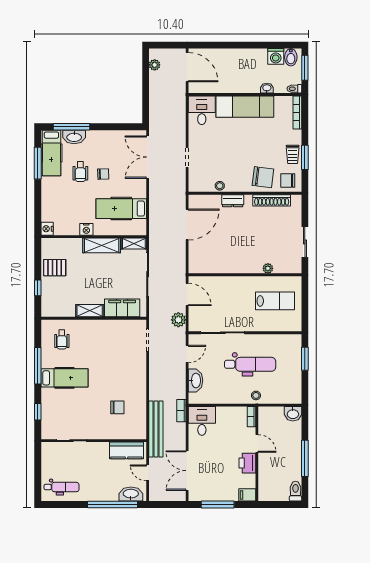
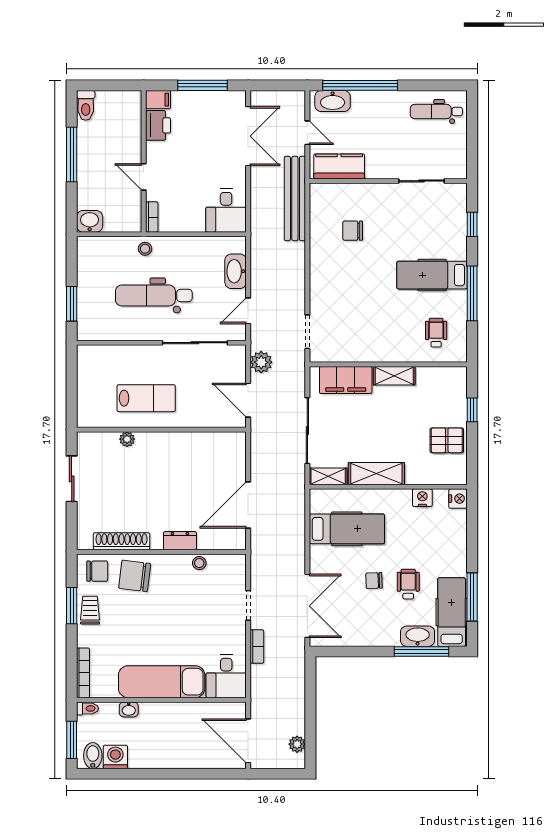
nightstand: (86, 229) -> (422, 498), moved
lab bench: (275, 301) -> (146, 398), moved, turned 180
bookcase: (181, 411) -> (257, 646), moved
printer: (247, 463) -> (158, 125), moved

